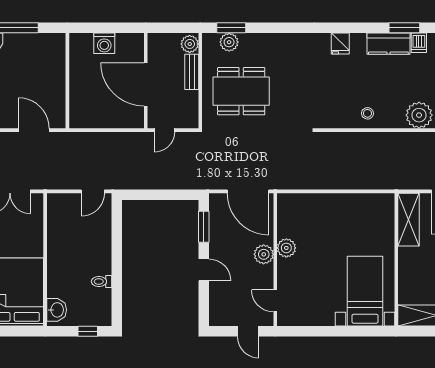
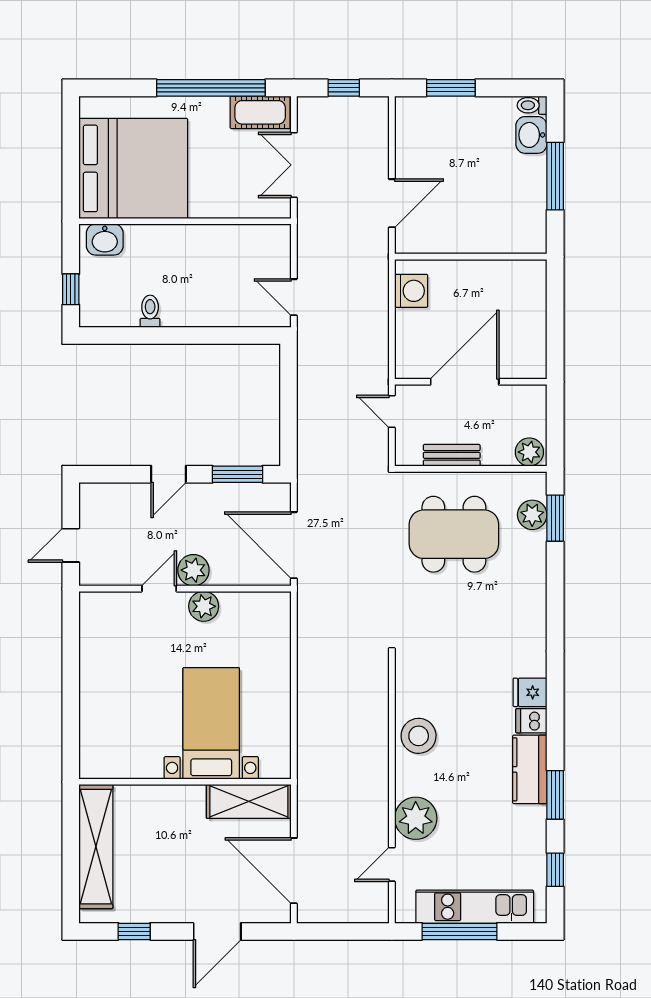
washing machine: (104, 43) -> (411, 291), moved, turned 180
dishwasher: (419, 43) -> (531, 721), moved
bench: (192, 72) -> (452, 455), moved
dining table: (241, 91) -> (454, 534), turned 90
stool: (367, 113) -> (419, 736), width x1.89, depth x1.89
door: (248, 191) -> (294, 545), hinge flipped
bed with nightstands: (365, 291) -> (211, 723), moved, turned -90
door: (275, 301) -> (159, 589), moved

